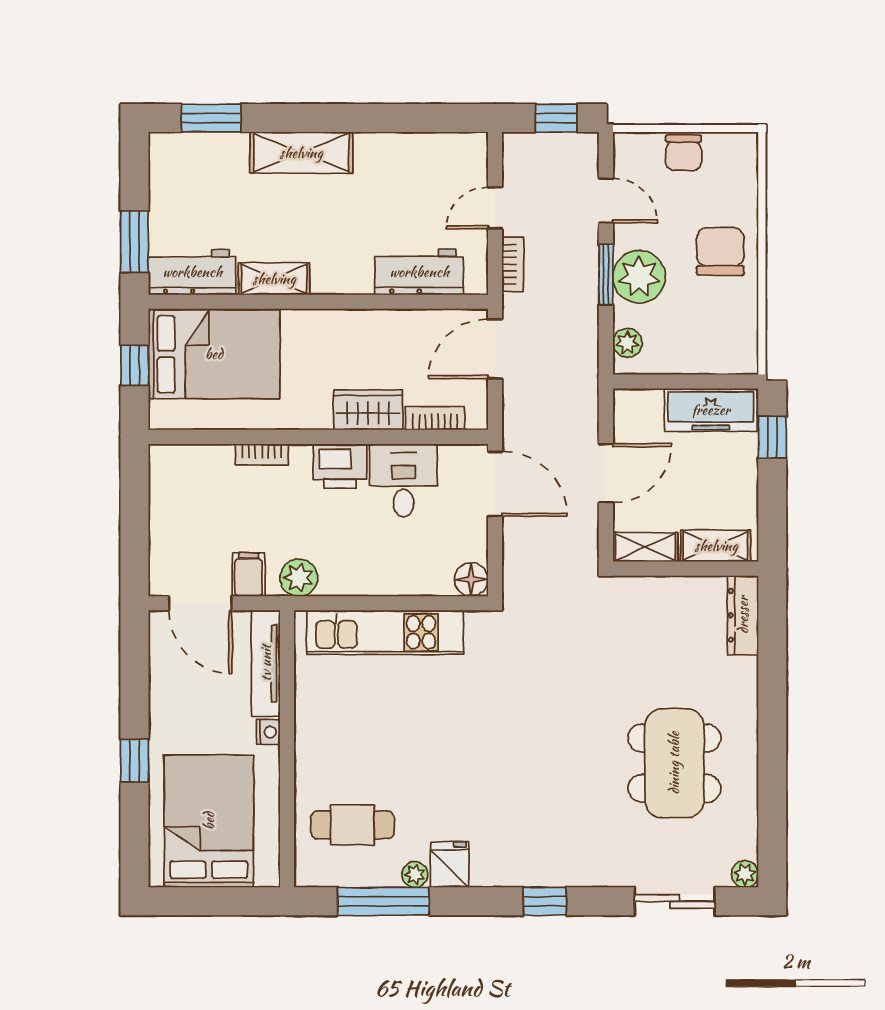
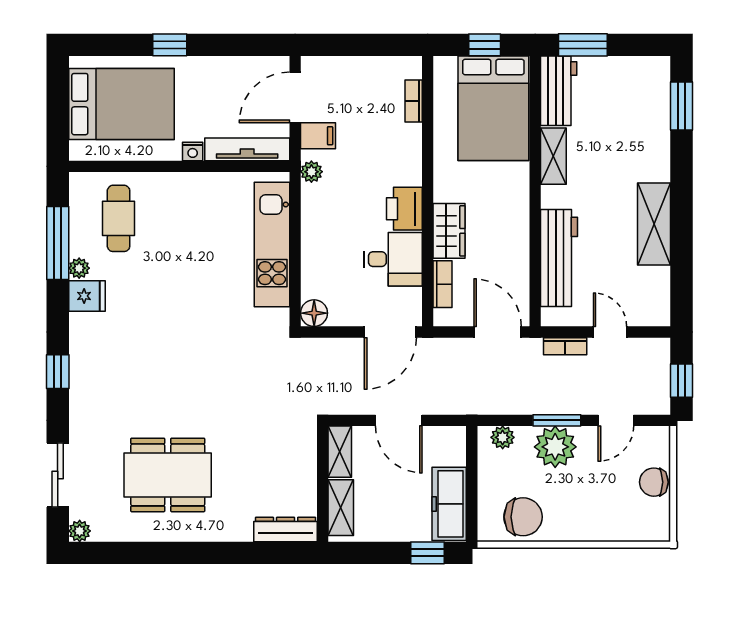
shelving: (301, 153) -> (654, 224), moved
chair: (720, 251) -> (523, 517), moved
workbench: (419, 272) -> (559, 258), width x1.38
bookcase: (262, 455) -> (414, 101), moved
plant: (299, 578) -> (311, 172), width x0.73, depth x0.73

